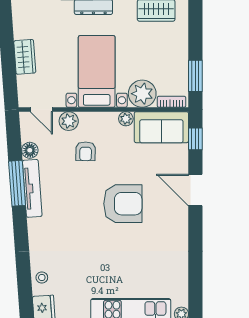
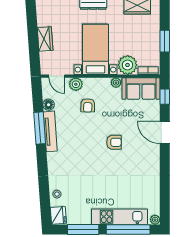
window: (195, 76) -> (165, 41), moved
armchair: (123, 204) -> (114, 142), width x0.53, depth x0.53

